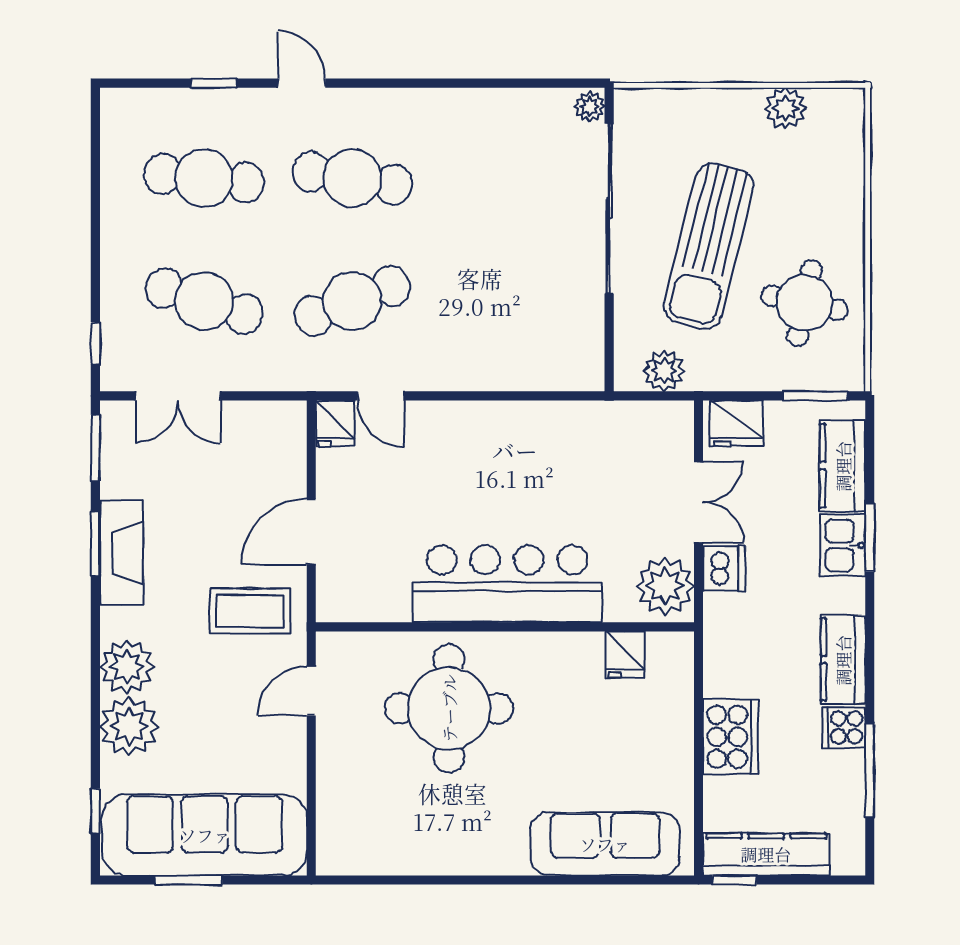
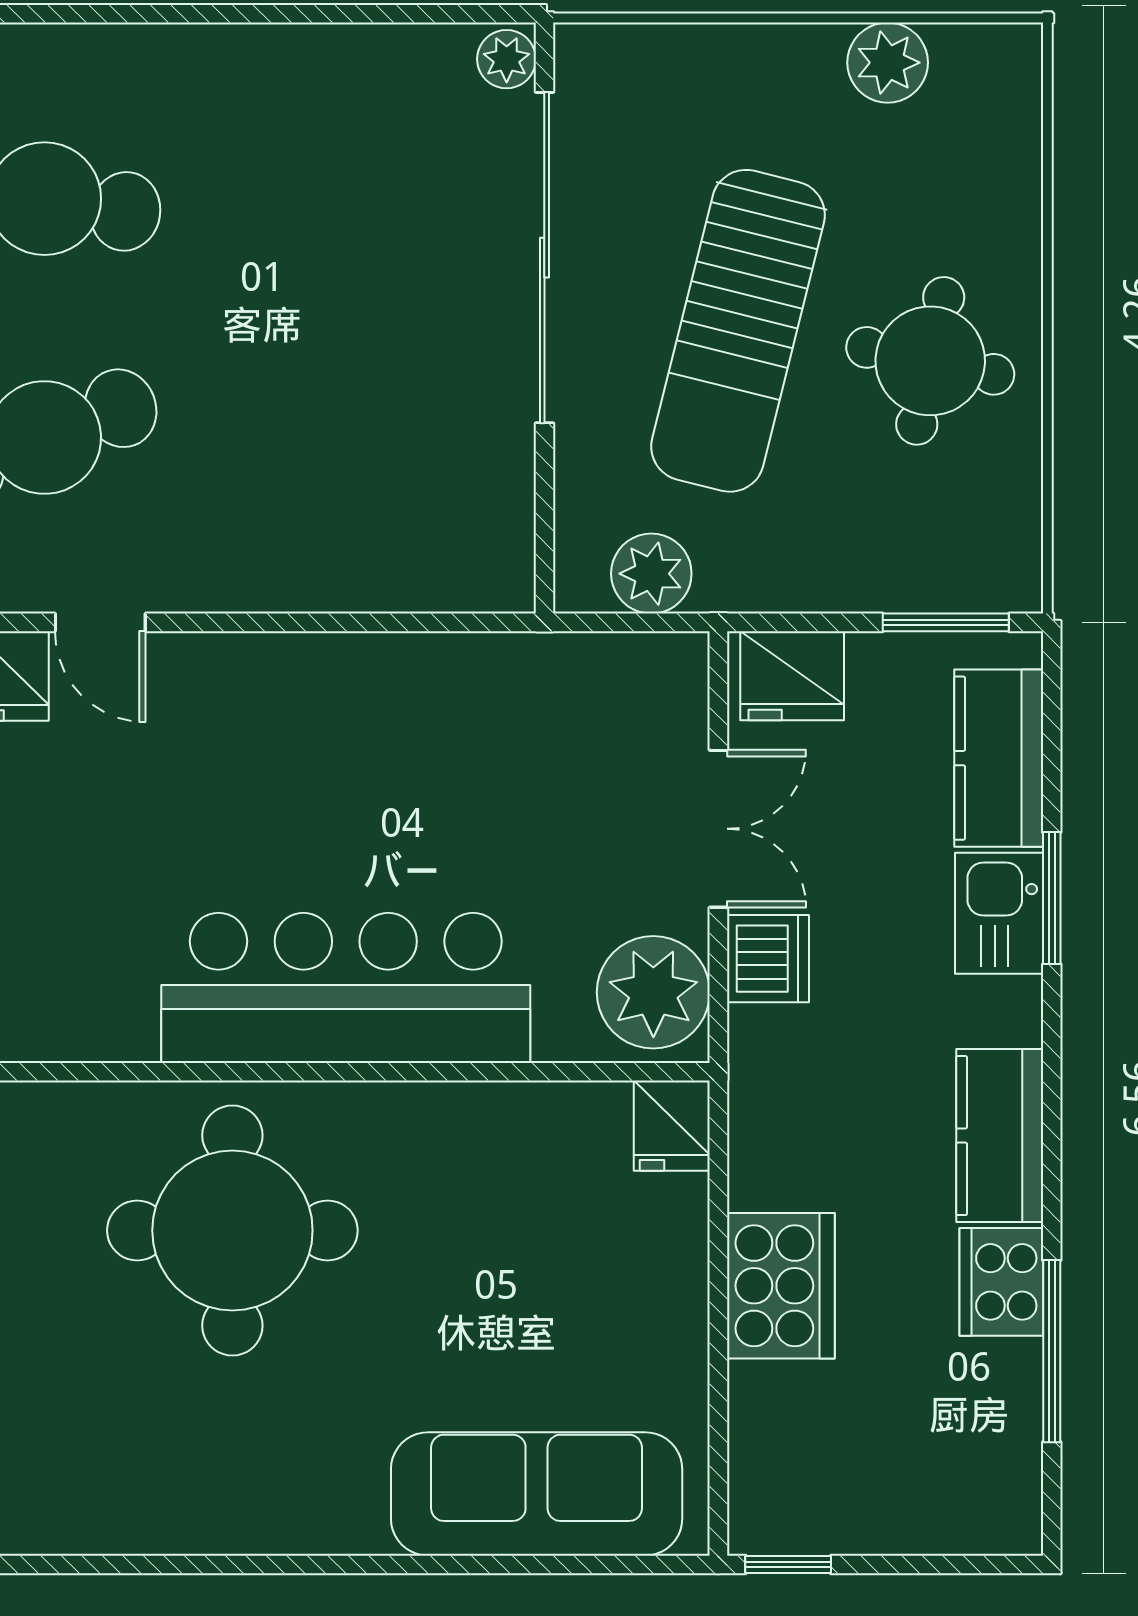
round table: (805, 303) -> (930, 361), moved
fridge: (625, 654) -> (672, 1126), moved
cooker: (844, 727) -> (1001, 1282), width x1.36
kitchen counter: (766, 854) -> (850, 1515), removed

